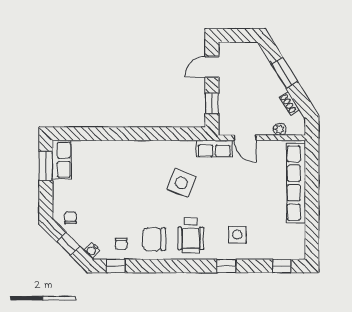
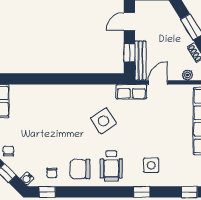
bench: (225, 112) -> (140, 61), added
door: (245, 138) -> (158, 82), swing flipped
side table: (182, 183) -> (103, 121), turned 36

